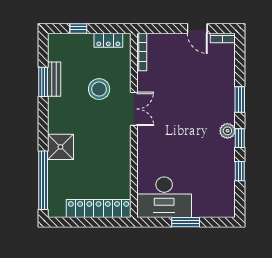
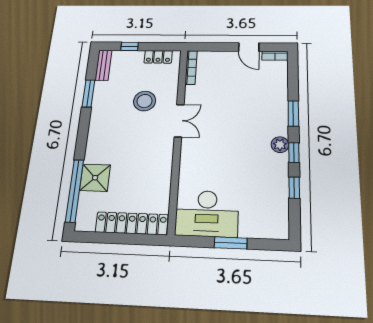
bench: (54, 79) -> (103, 65), moved
shower: (60, 147) -> (95, 178), moved

